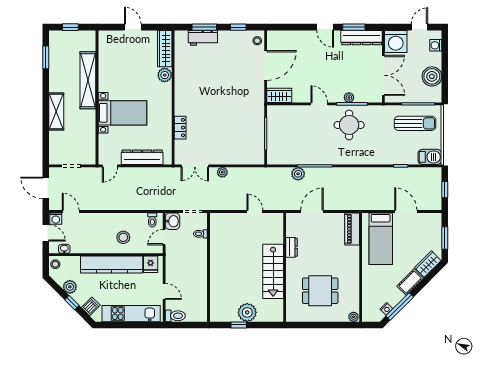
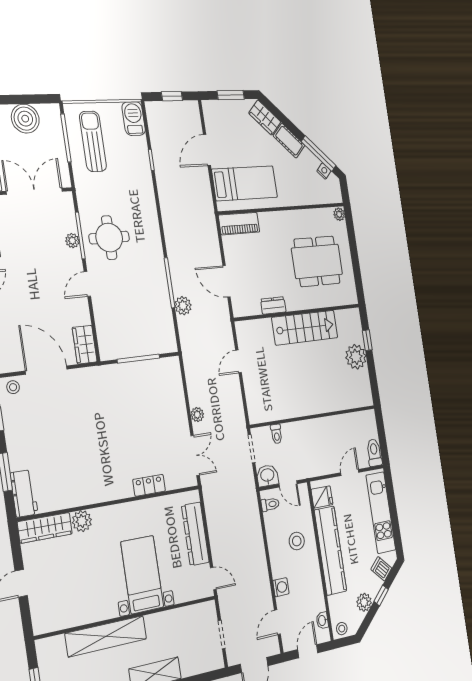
workbench: (203, 38) -> (24, 493), moved
washing machine: (56, 219) -> (281, 587), moved
dining table: (320, 291) -> (317, 261), width x1.38
window: (239, 325) -> (367, 340), moved

